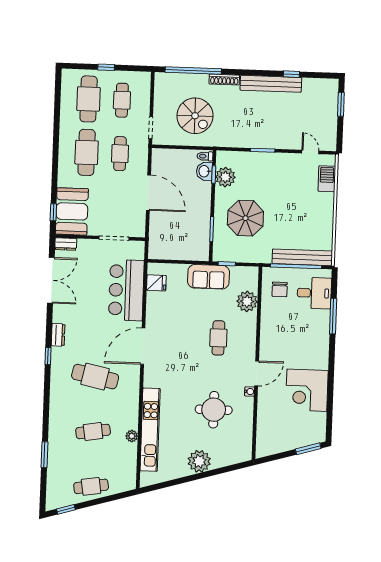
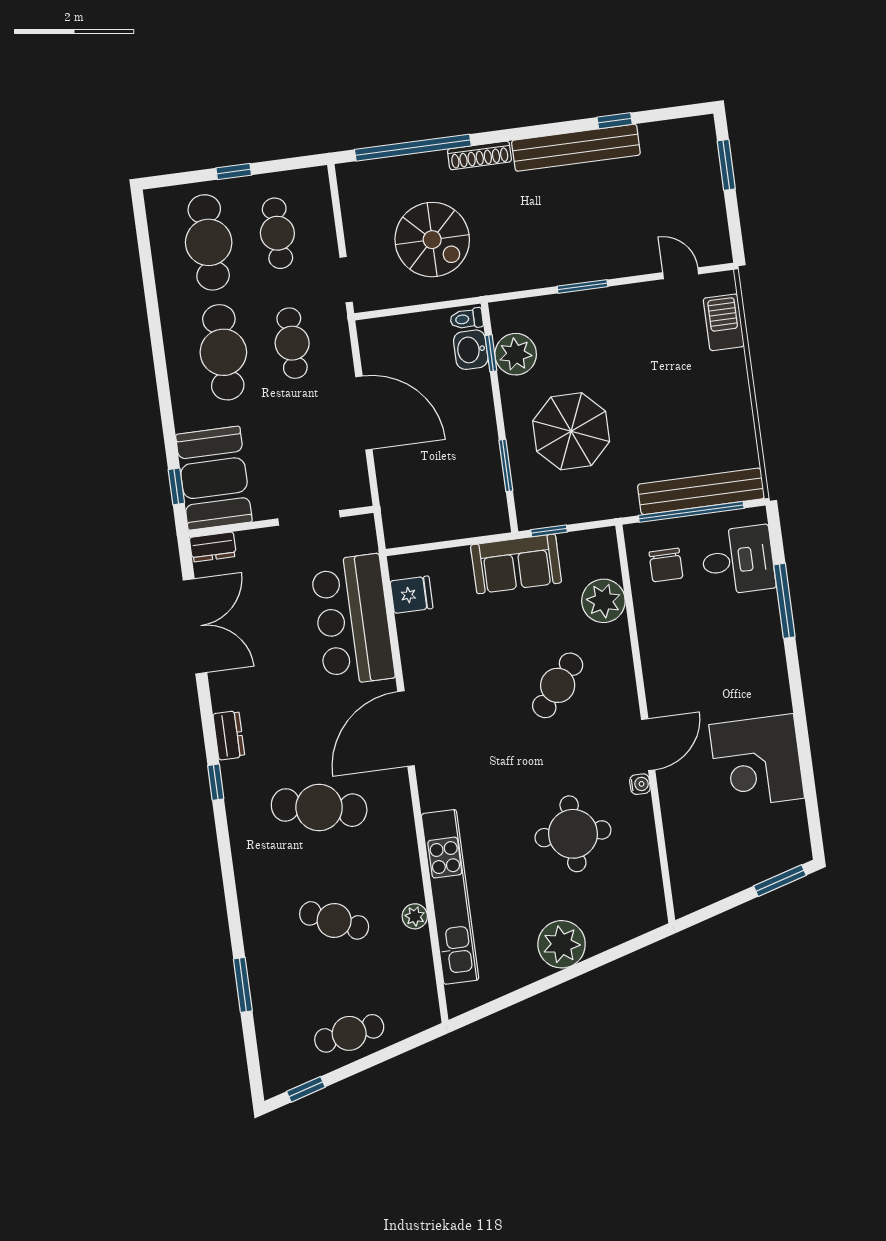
cafe table: (218, 338) -> (558, 685), turned 40
cafe table: (93, 431) -> (334, 920), turned 33

